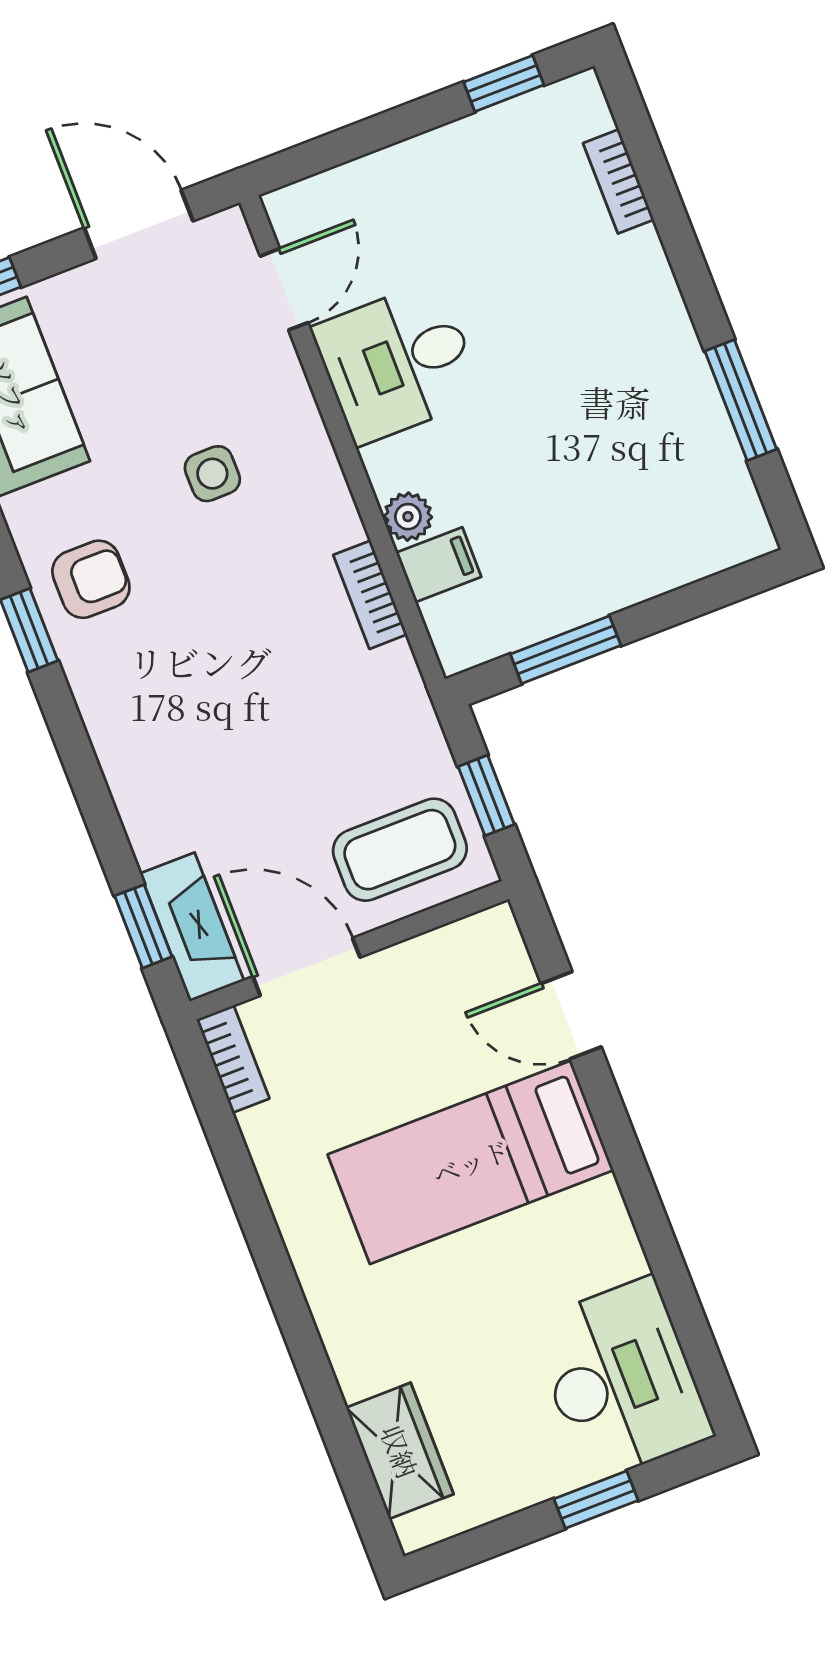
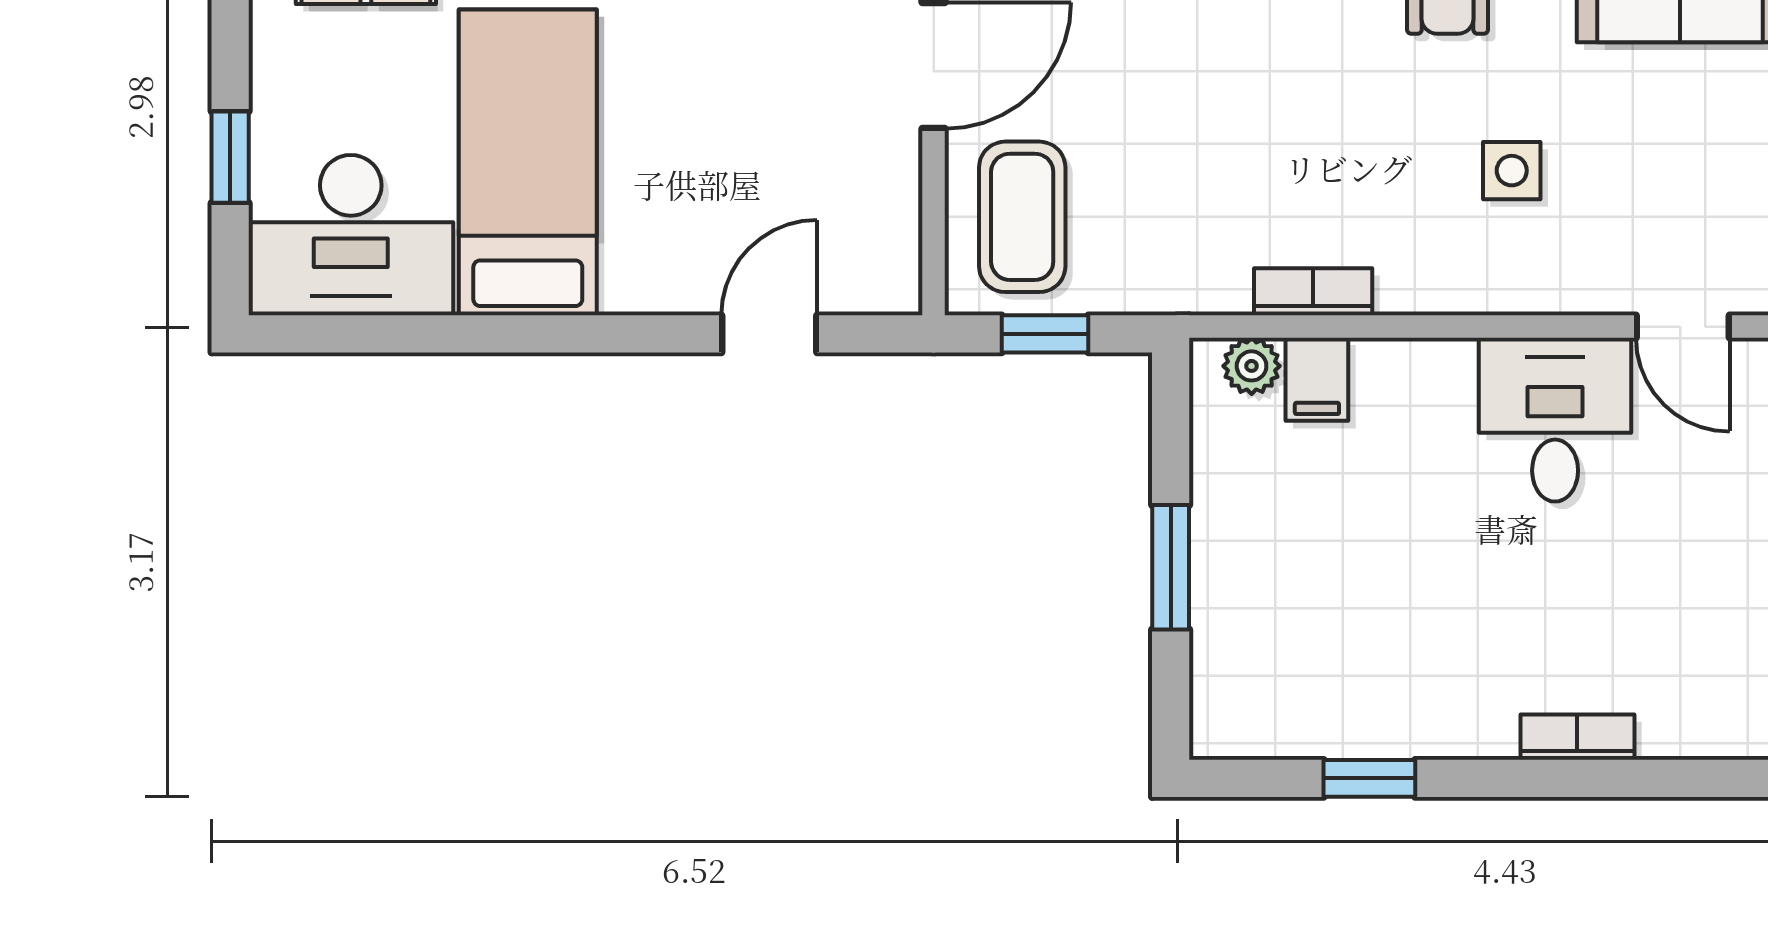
bookcase: (619, 181) -> (1577, 737), moved
window: (741, 400) -> (1369, 778), width x0.67
plant: (408, 517) -> (1252, 366), moved
window: (566, 650) -> (1171, 567), moved
bed: (471, 1162) -> (528, 162), moved

